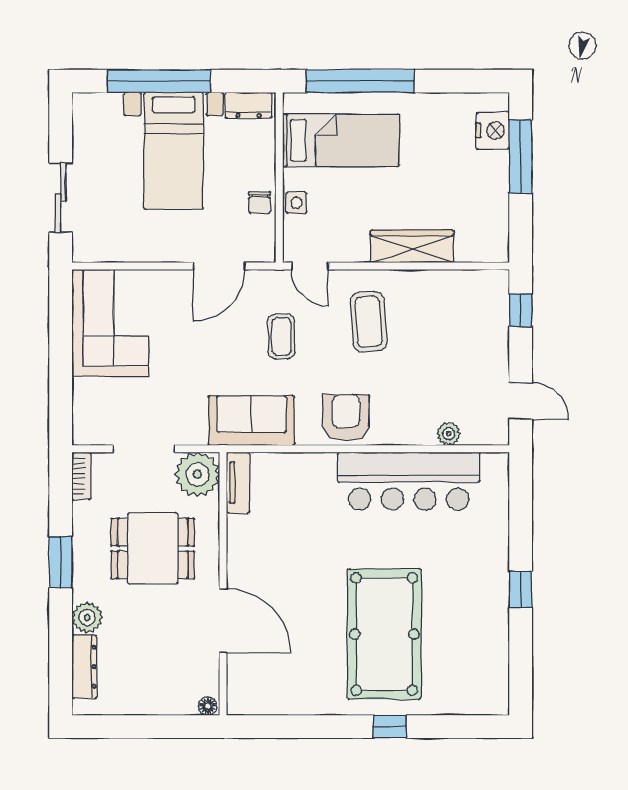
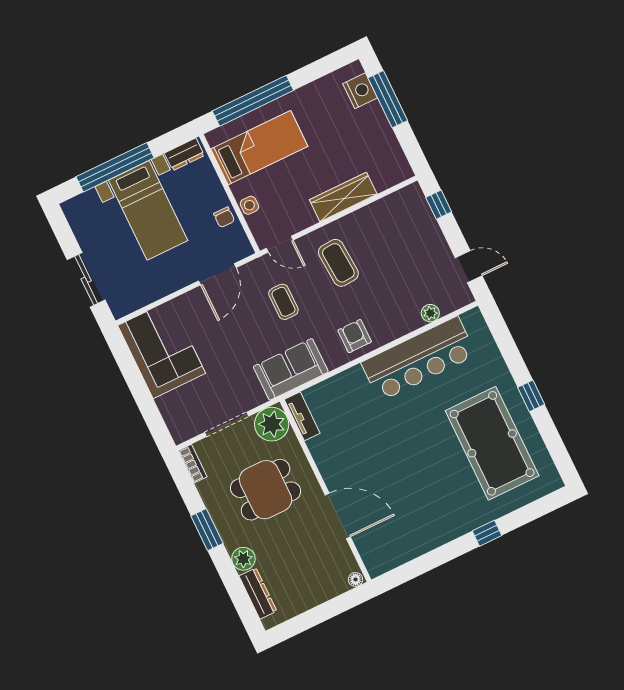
armchair: (346, 418) -> (355, 336), width x0.72, depth x0.72
pool table: (384, 634) -> (492, 443), moved

